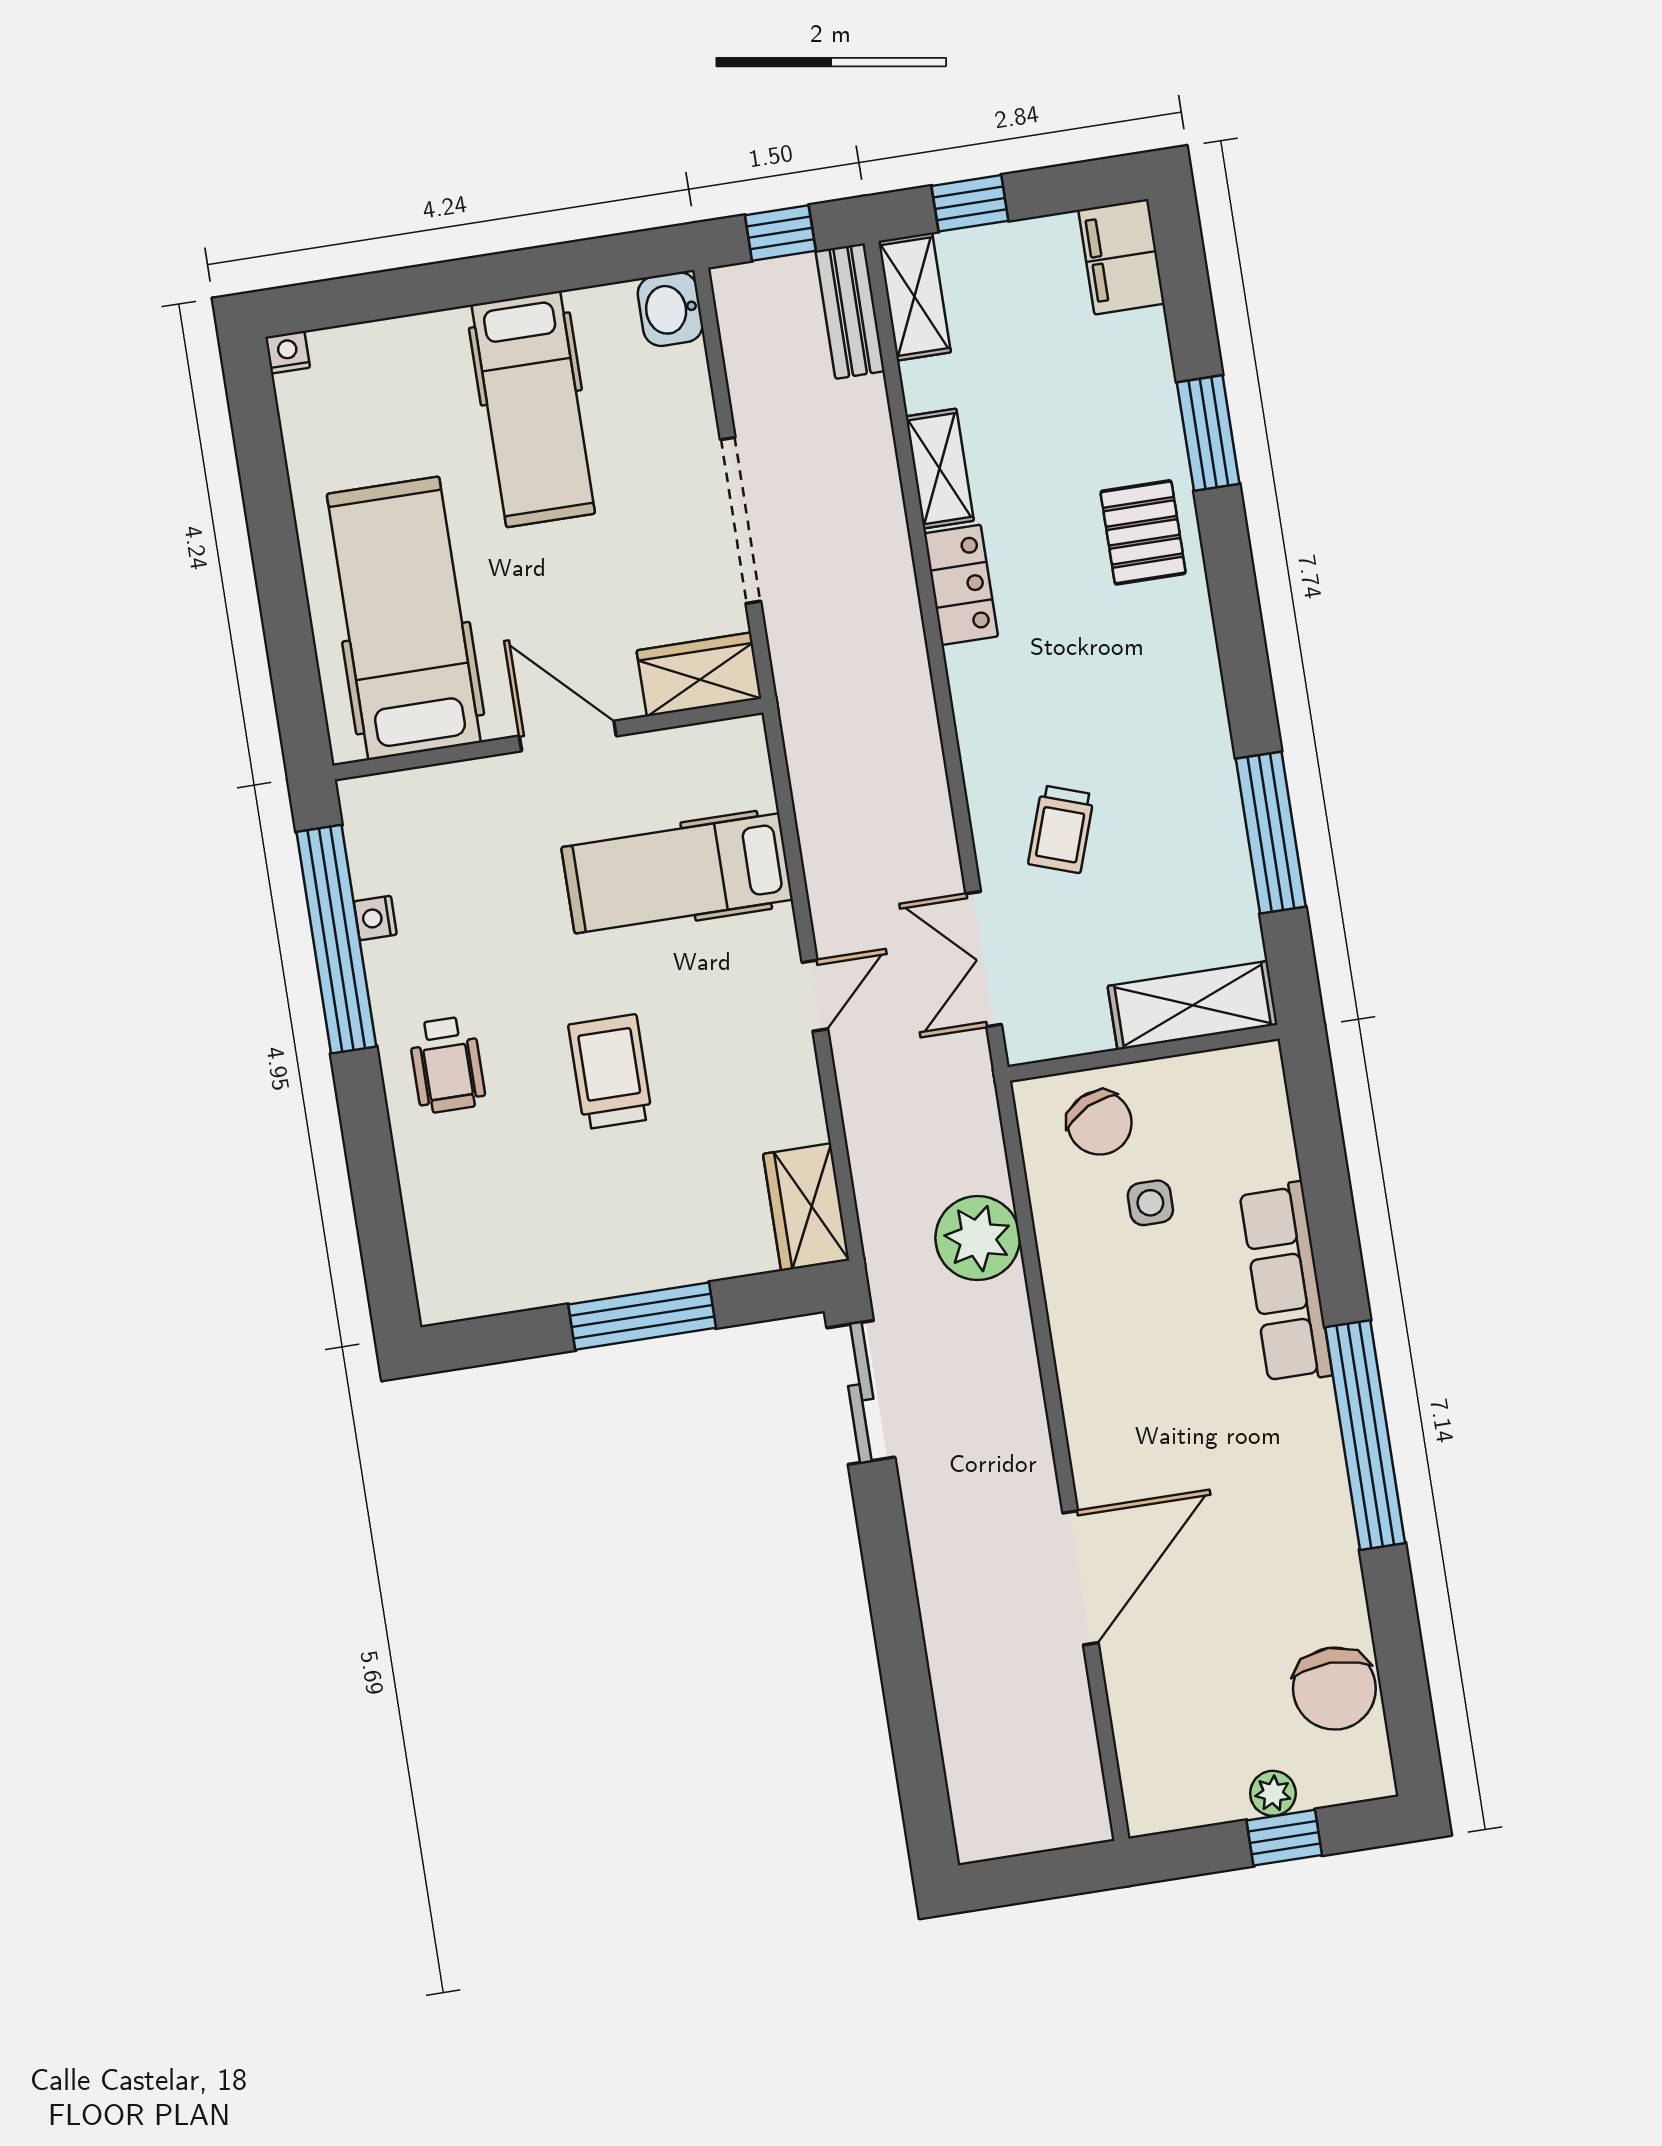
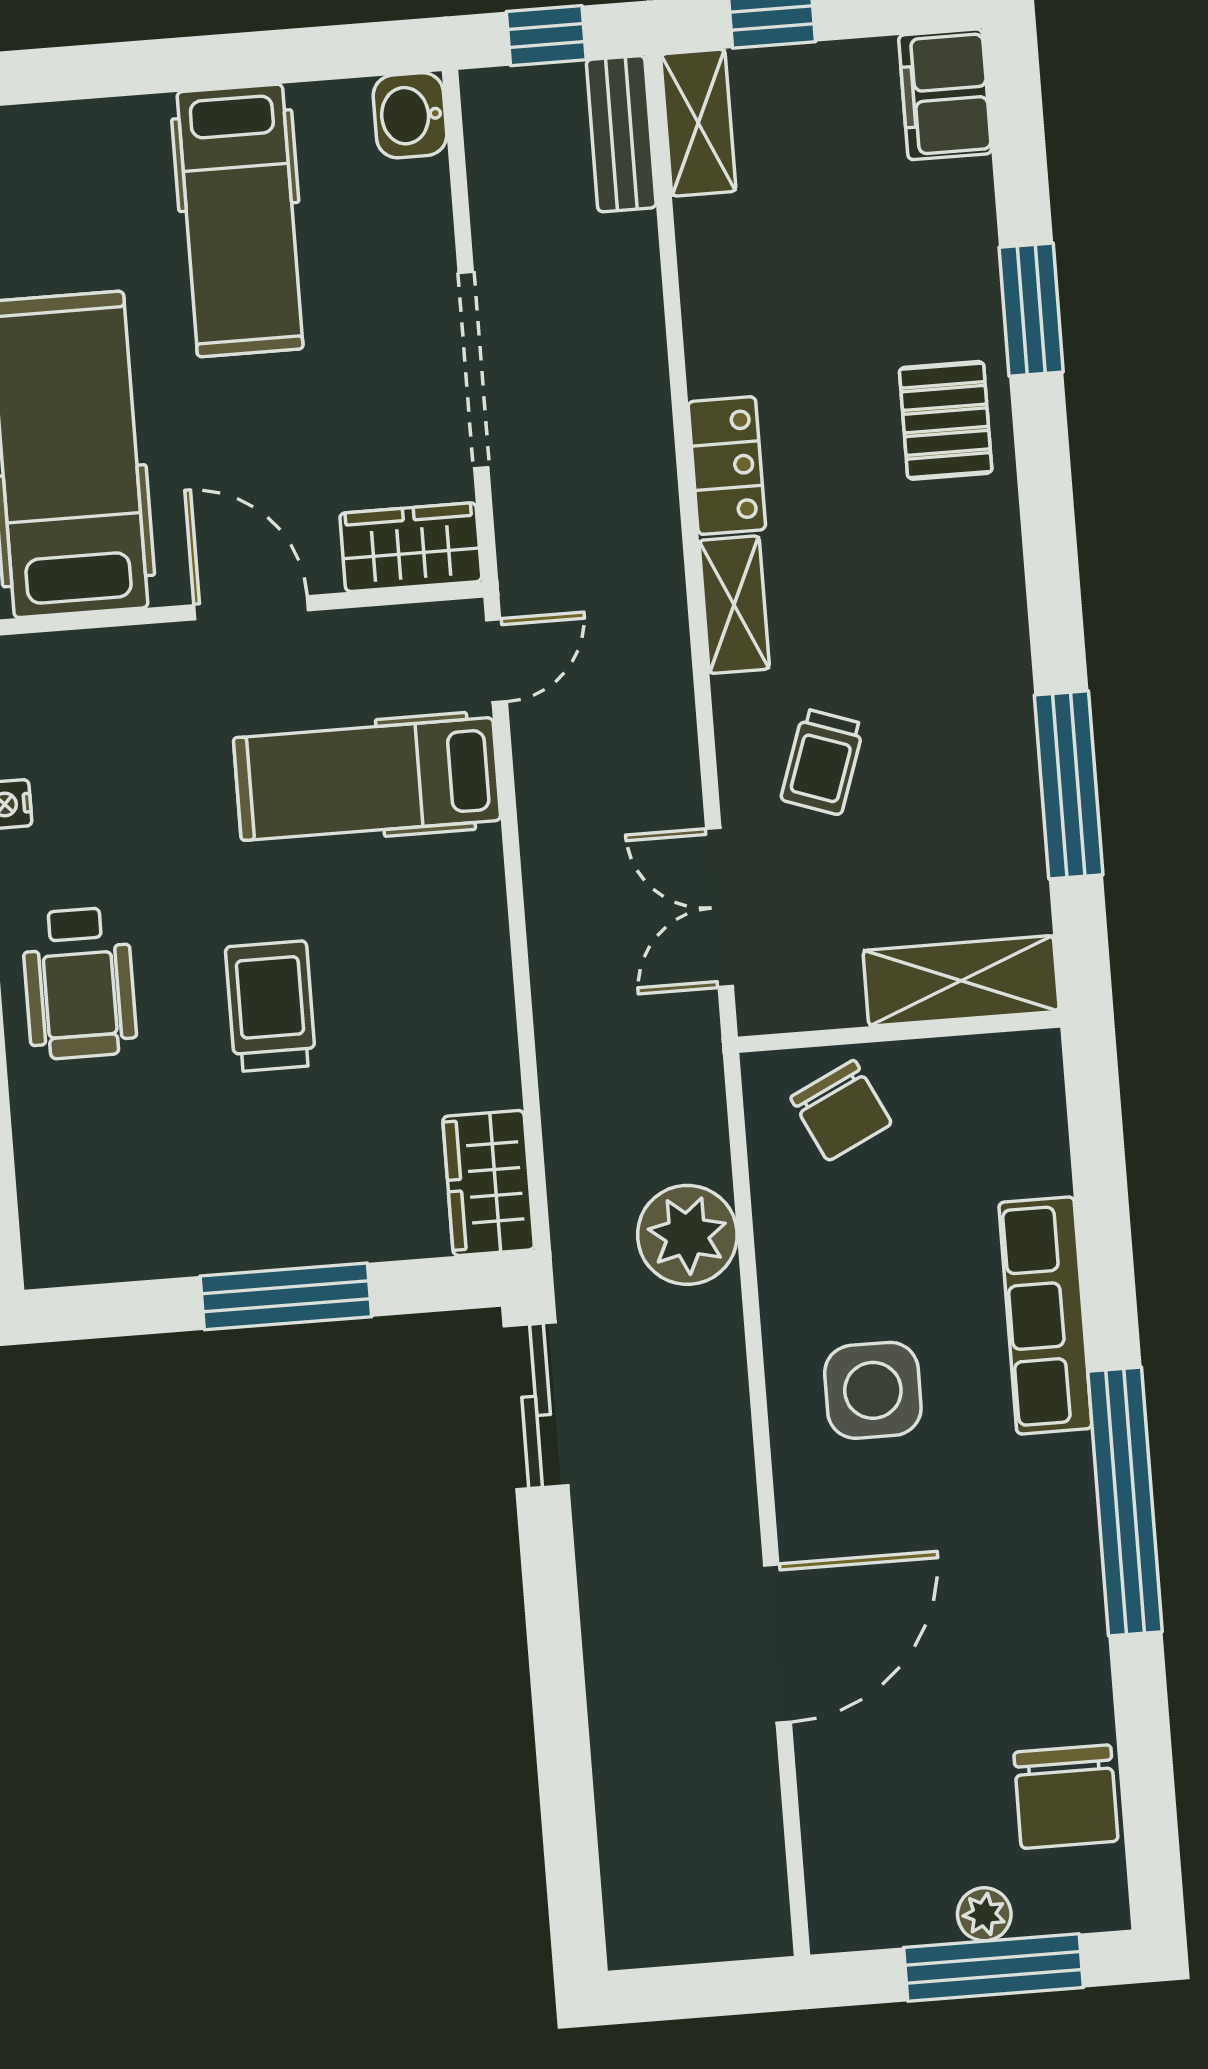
shelving: (940, 469) -> (734, 605), moved
door: (815, 996) -> (496, 661), moved
wheelchair: (447, 1065) -> (79, 983), width x1.36, depth x1.37
side table: (1150, 1203) -> (873, 1390), moved, width x1.87, depth x1.87
window: (1284, 1838) -> (993, 1967), width x2.17

